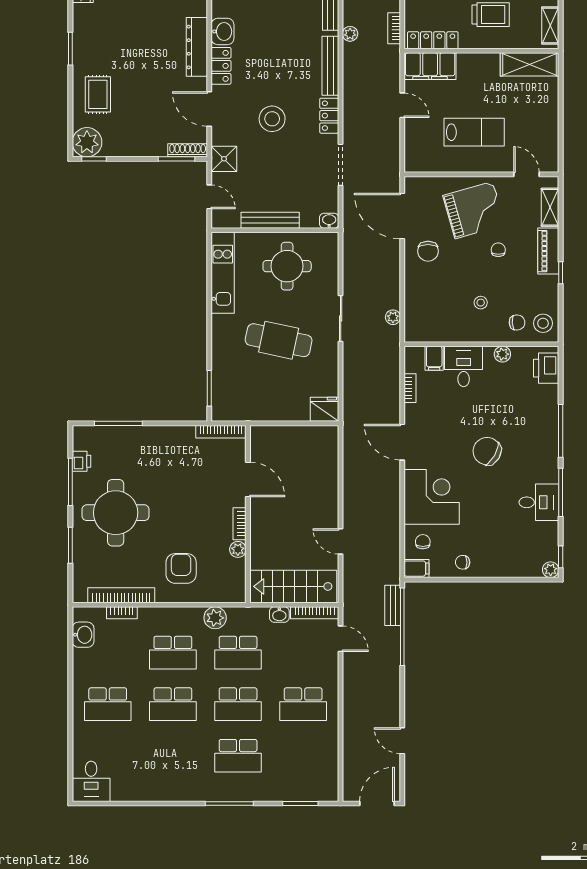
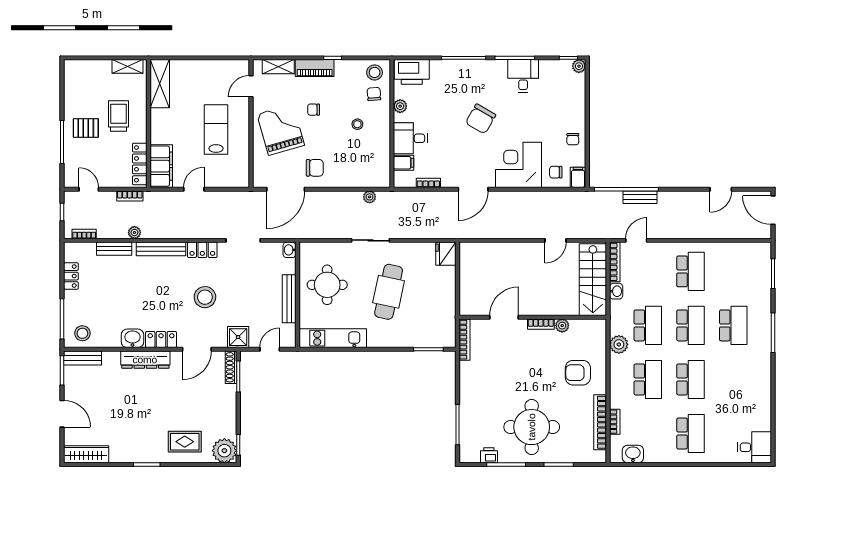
printer: (546, 368) -> (412, 72), width x1.37, depth x1.19
bench: (393, 605) -> (640, 197), moved

